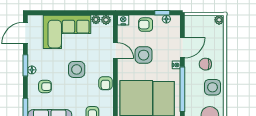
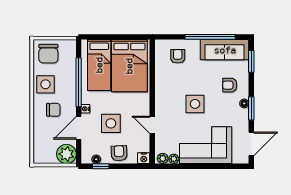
plant: (219, 20) -> (66, 154), moved, width x1.87, depth x1.87
armchair: (146, 25) -> (119, 153), turned -93
side table: (144, 55) -> (111, 123), moved
armchair: (105, 83) -> (163, 89), removed

